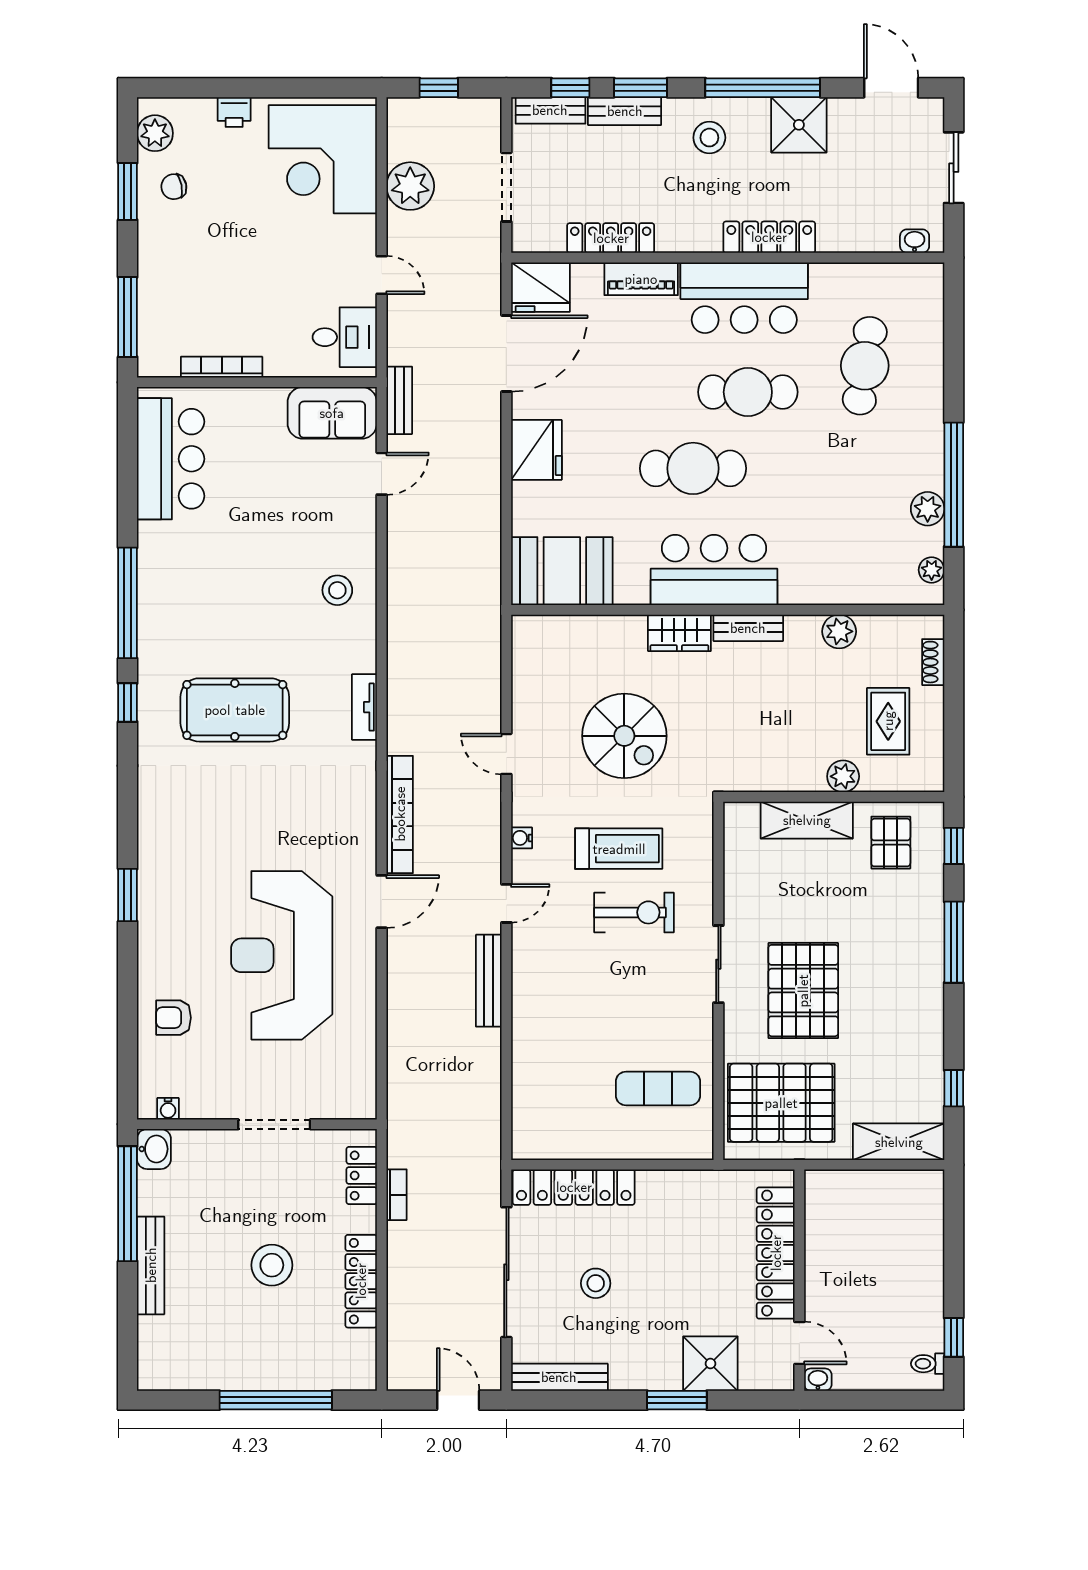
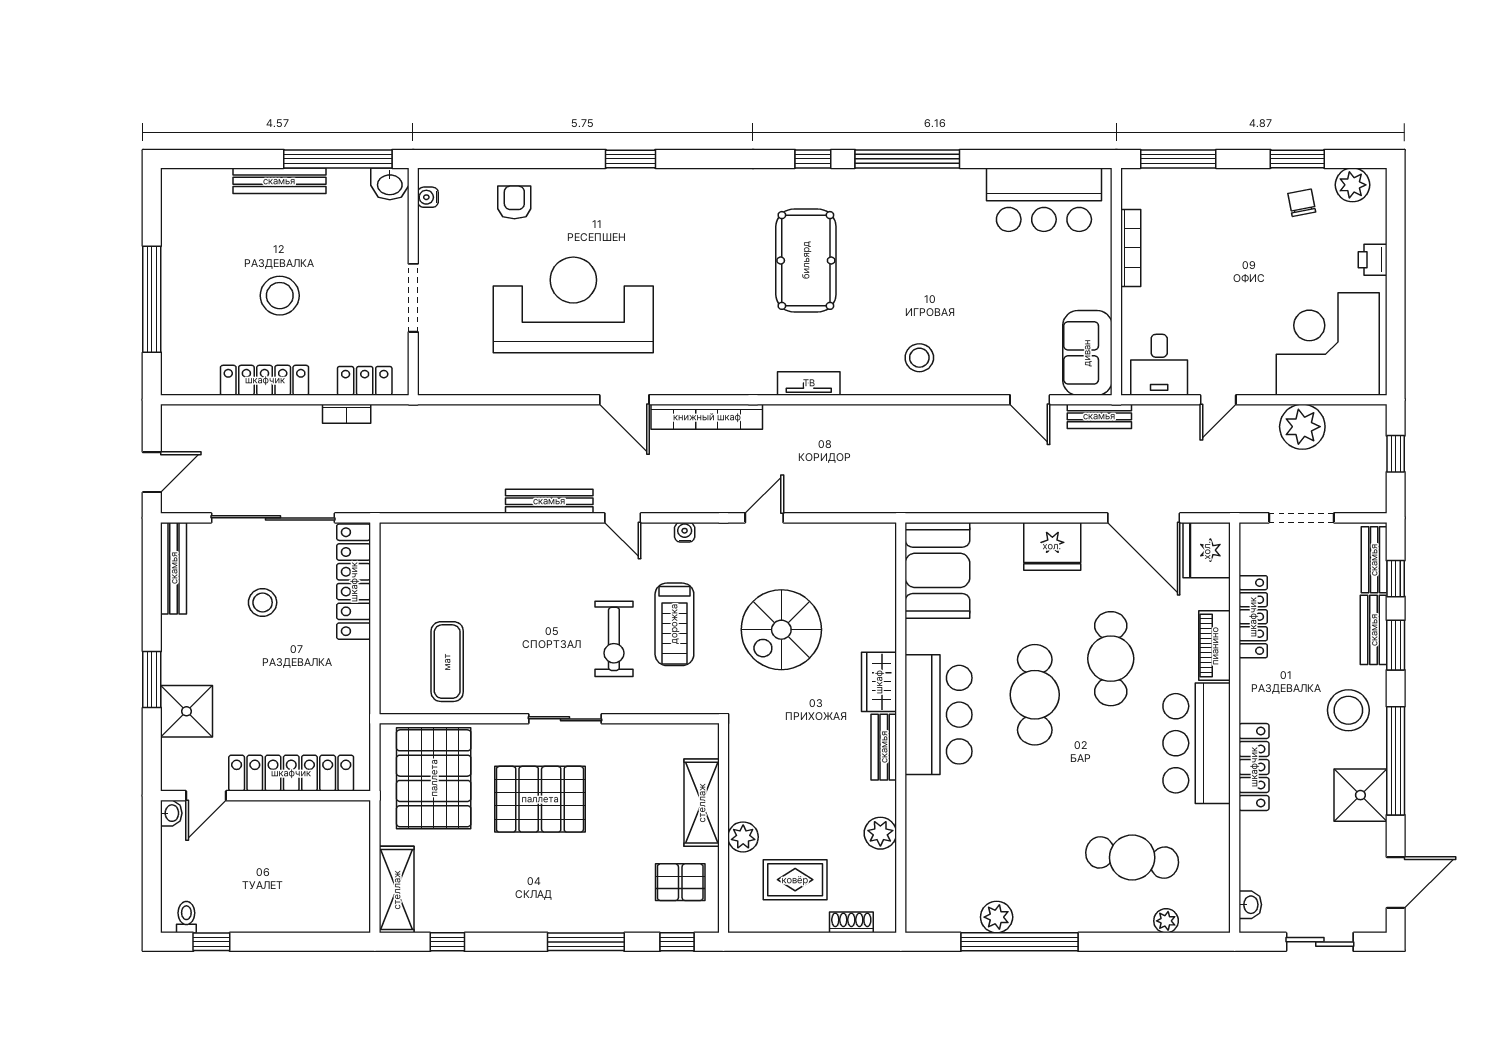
stool: (709, 138) -> (1348, 710), width x1.38, depth x1.38
cafe table: (748, 392) -> (1111, 659), moved
plant: (932, 570) -> (1166, 921), moved

